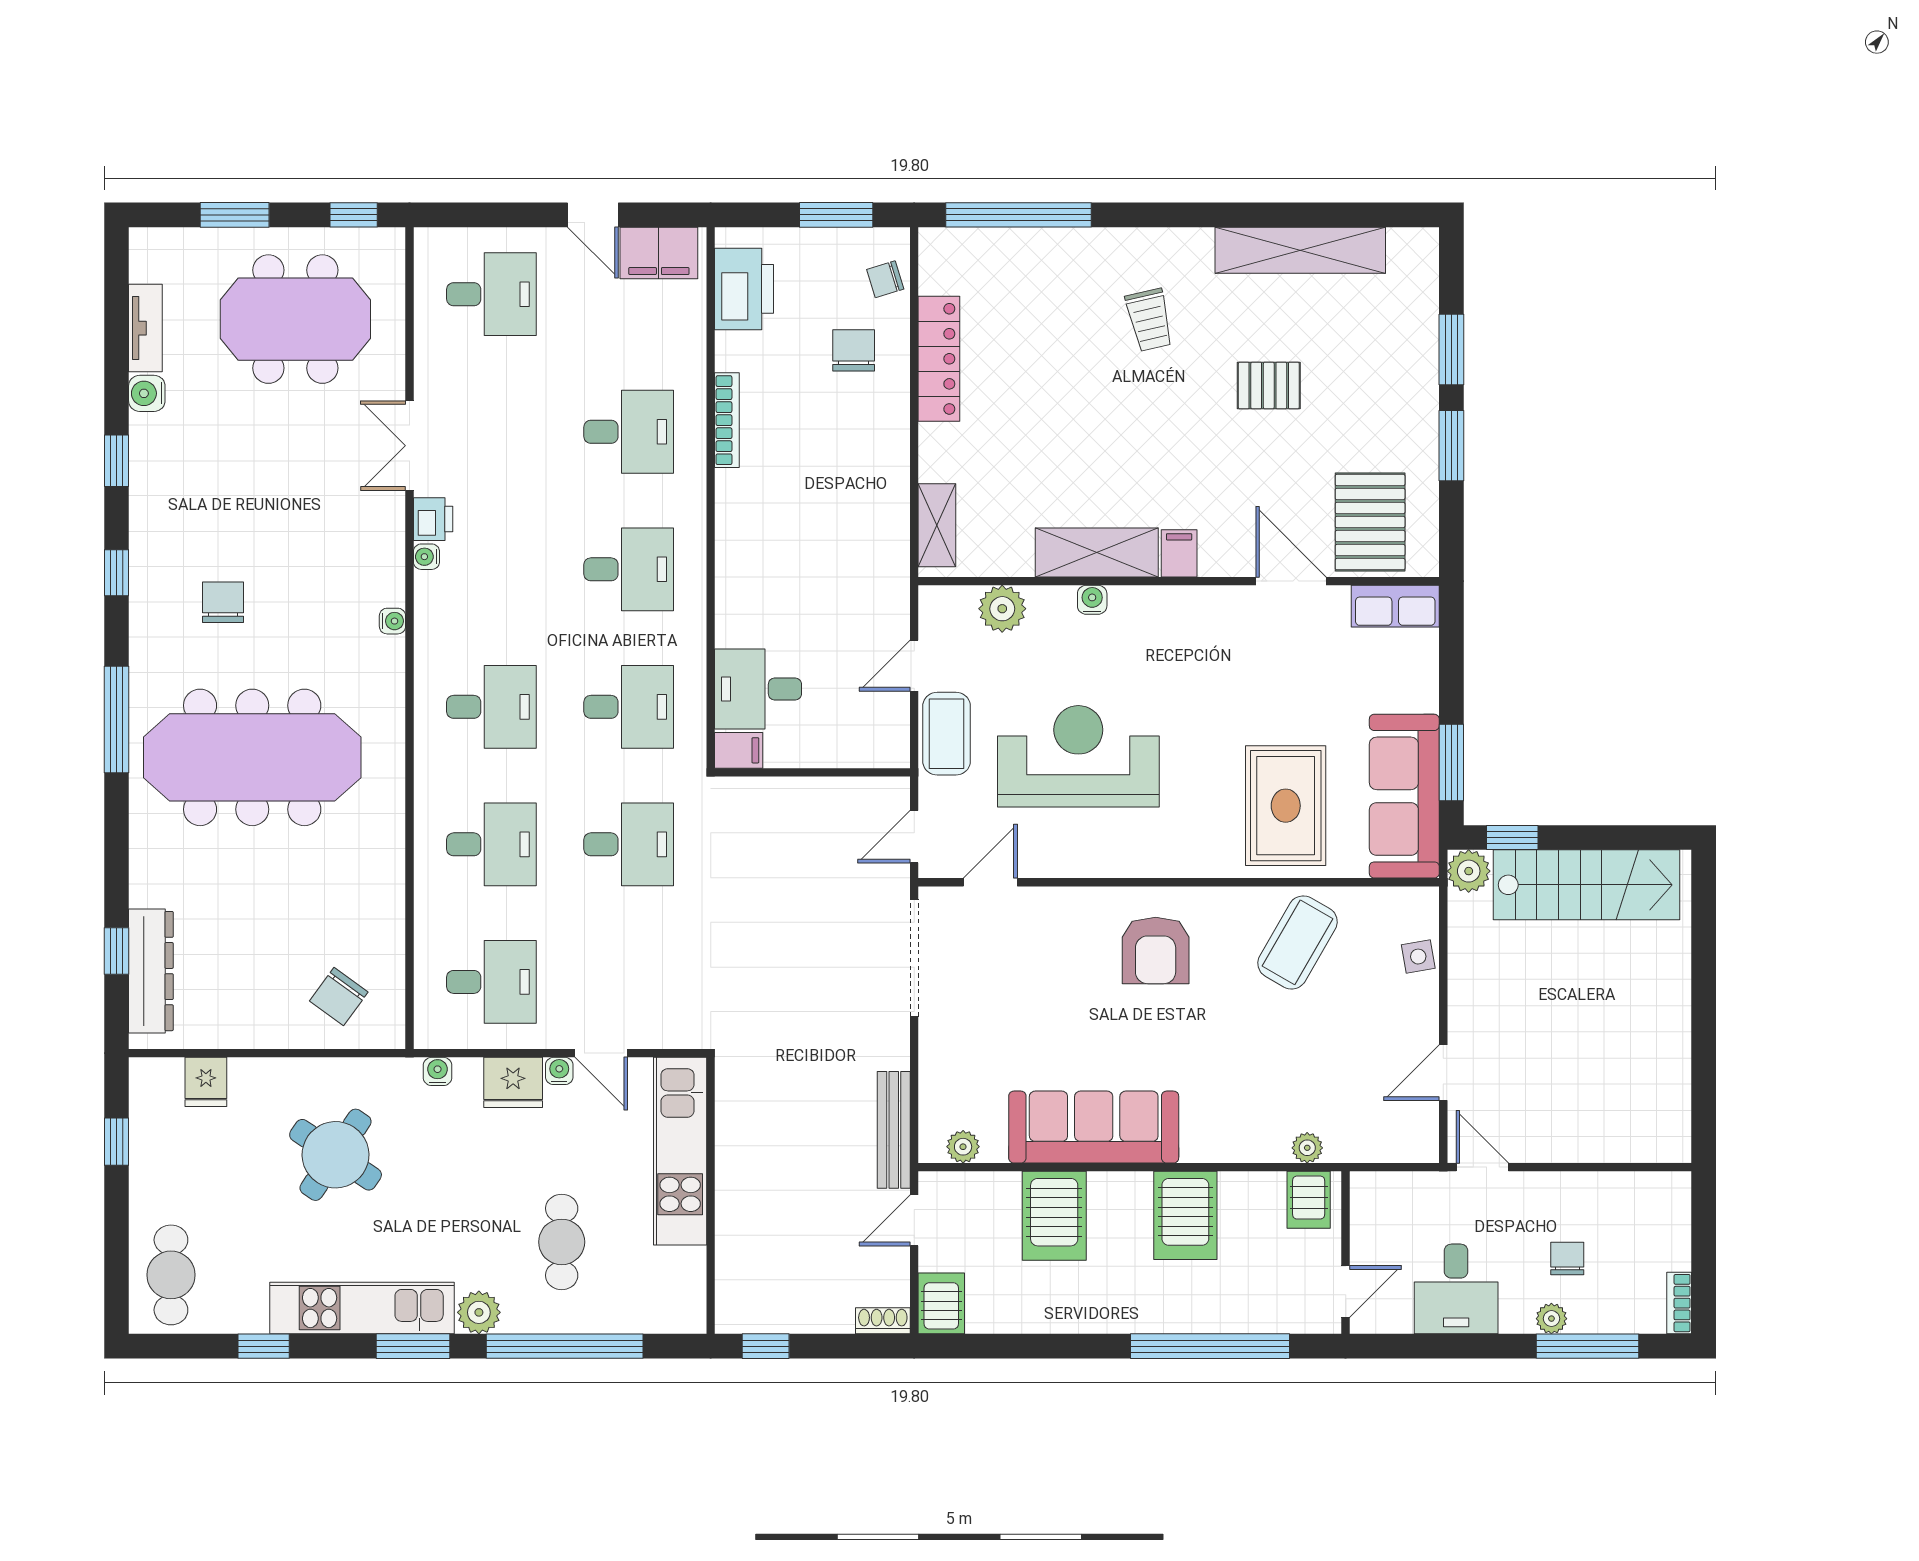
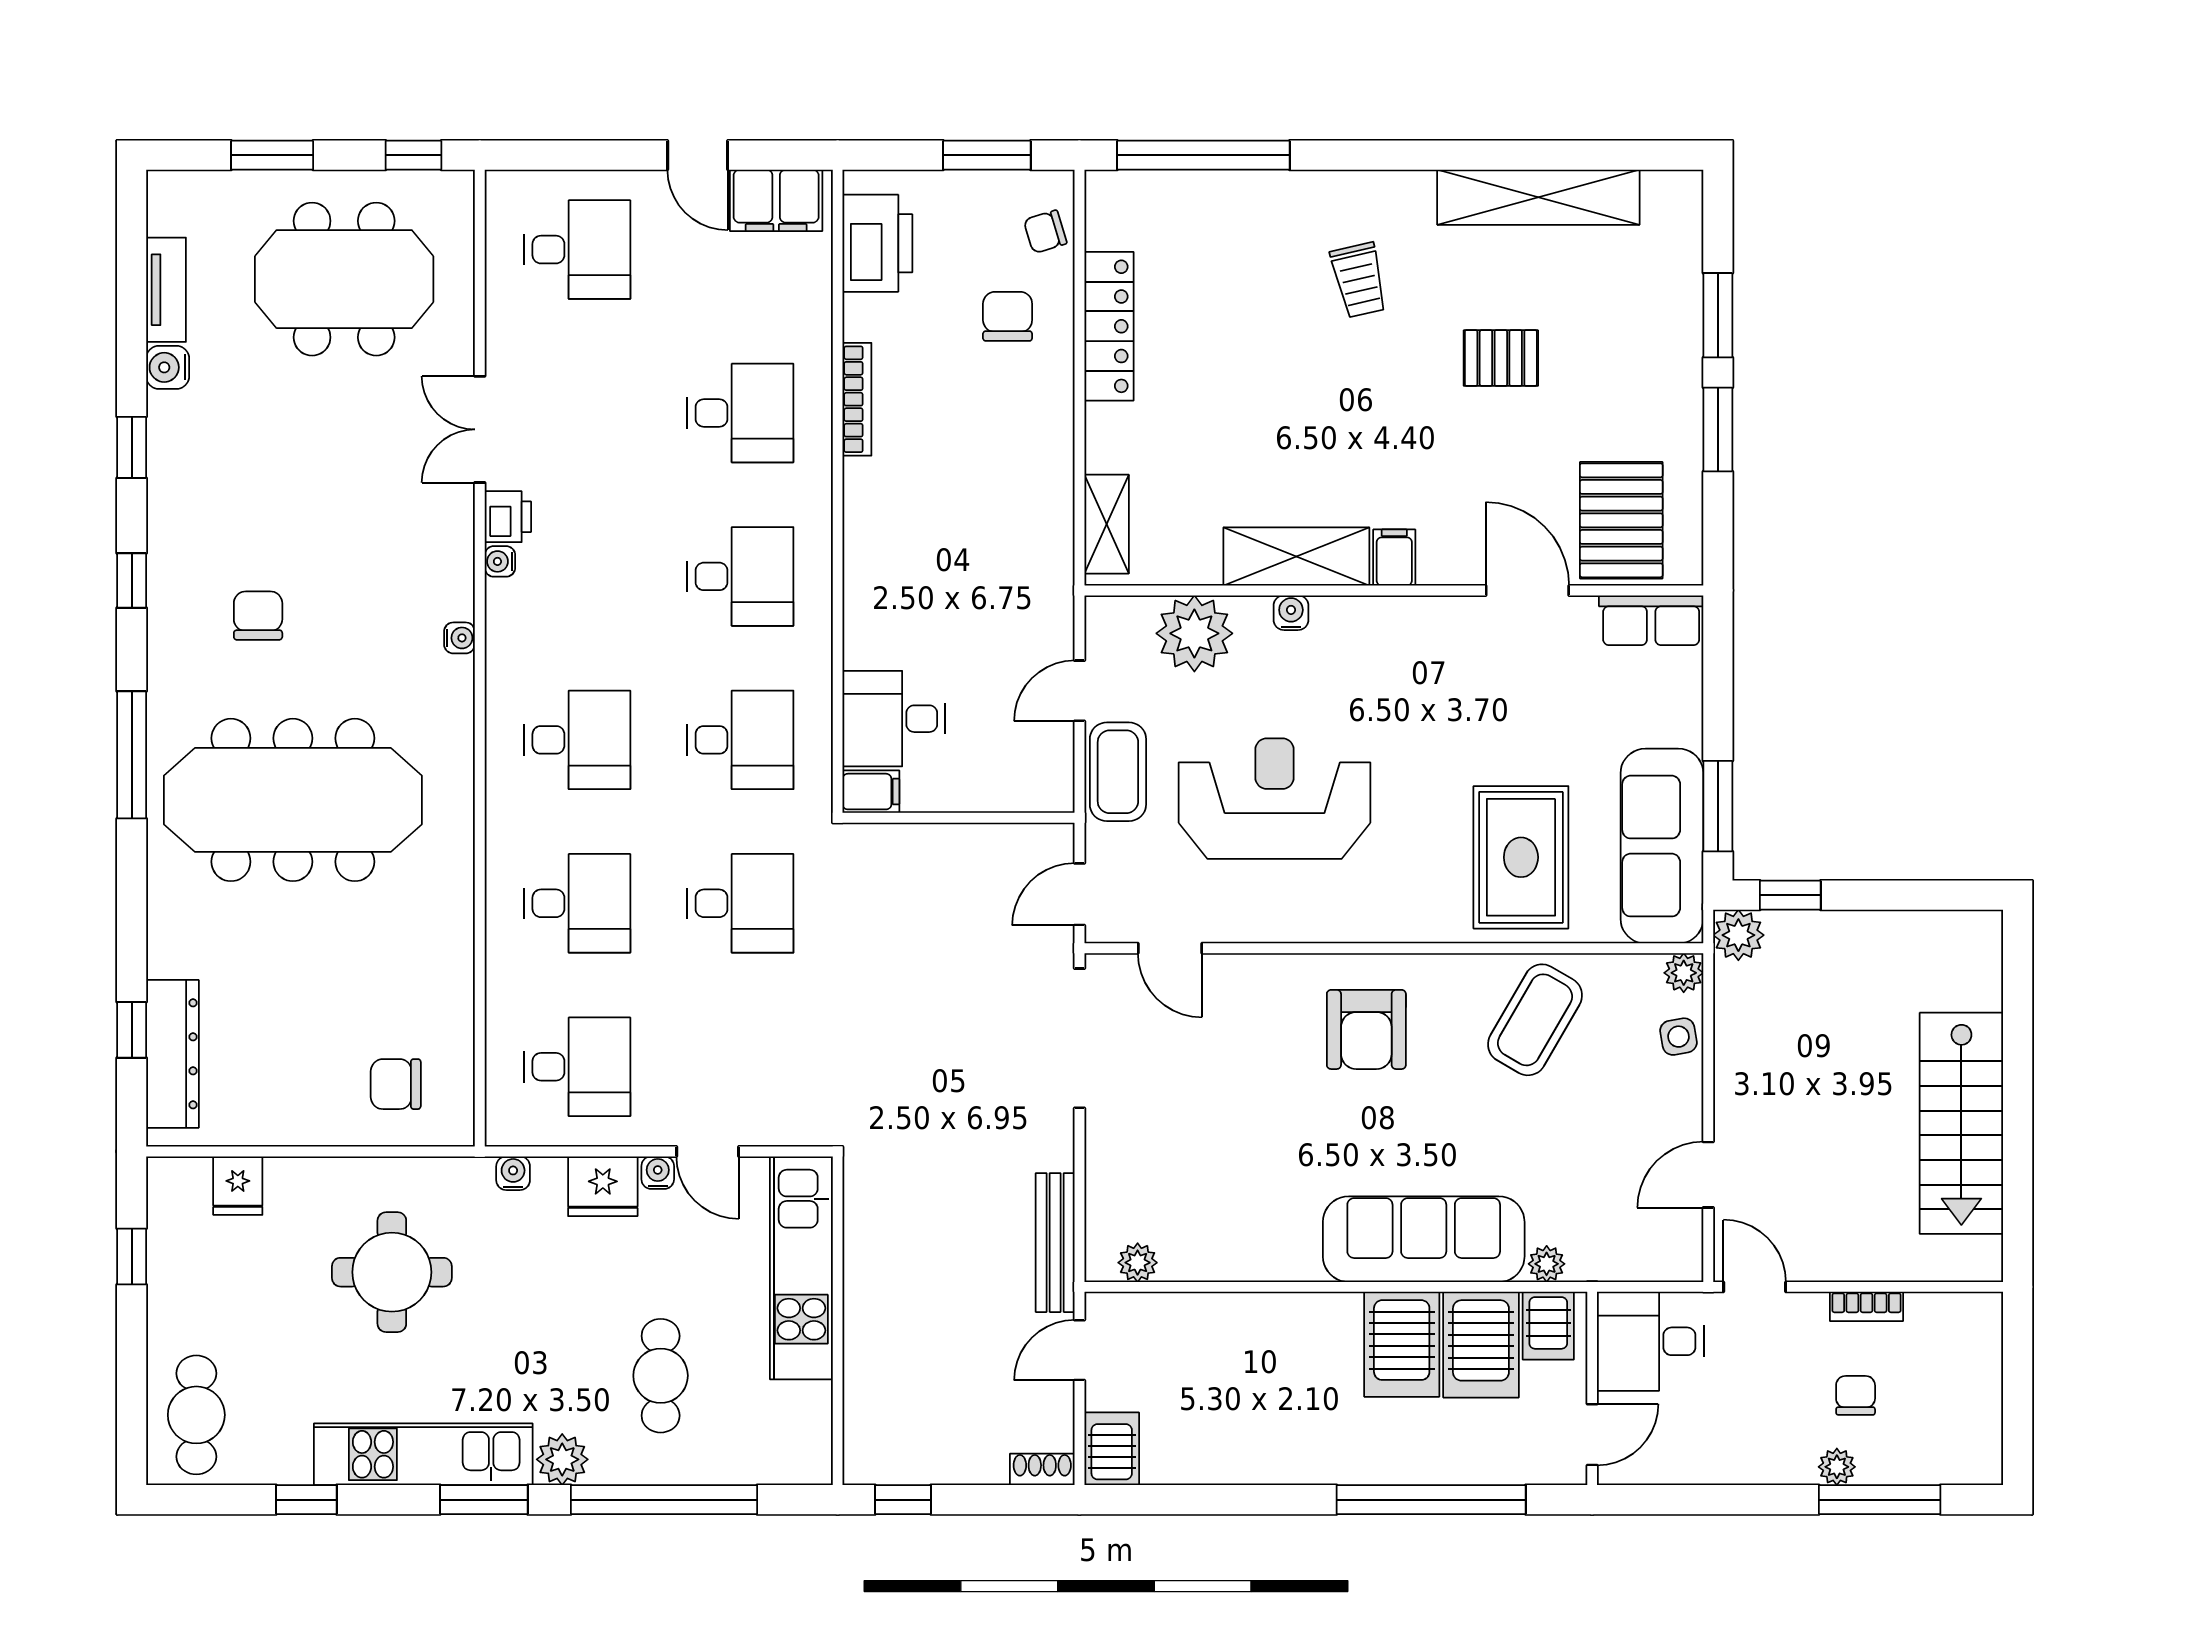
plant: (1002, 609) -> (1194, 633), width x1.36, depth x1.36
door: (990, 882) -> (1170, 948), swing flipped
stairs: (1586, 885) -> (1961, 1123), moved, turned 90
plant: (1423, 903) -> (1684, 973), added
chair: (339, 997) -> (396, 1084), turned 54
sofa: (1094, 1127) -> (1424, 1239), moved
round table: (336, 1155) -> (392, 1272), turned -34
server rack: (1054, 1216) -> (1481, 1345), moved
desk: (1456, 1289) -> (1650, 1341), moved, turned 90
bookcase: (1679, 1303) -> (1866, 1306), moved, turned -90

